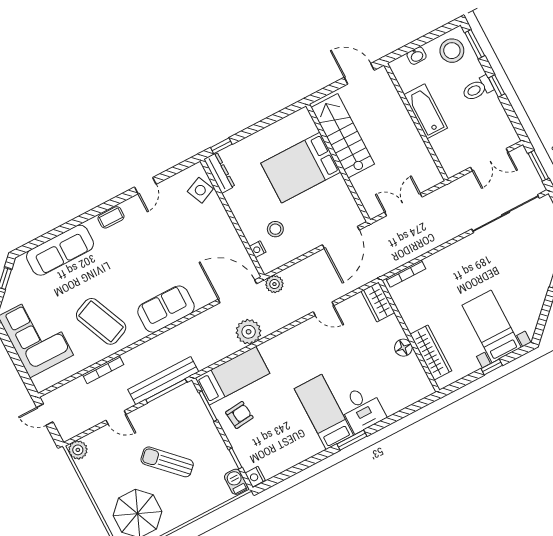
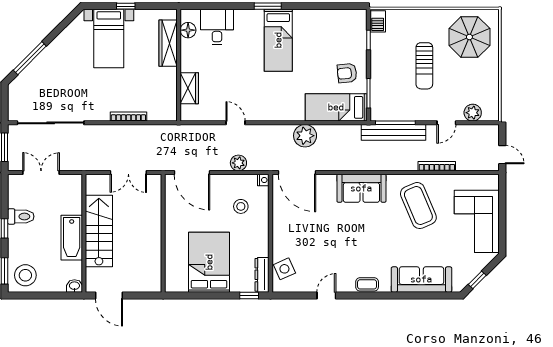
washbasin: (417, 56) -> (74, 286), moved
toilet: (478, 89) -> (21, 216), moved
stairs: (343, 136) -> (99, 231), moved, turned 180
bed: (301, 168) -> (209, 262), moved, turned -90
door: (341, 237) -> (192, 173), swing flipped
nightstand: (258, 249) -> (263, 180), moved
bookcase: (406, 274) -> (128, 117), moved
plant: (274, 284) -> (238, 163), moved
wardrobe: (378, 302) -> (189, 88), moved
floor lamp: (403, 348) -> (188, 30), moved
desk: (362, 409) -> (217, 27), moved
door: (116, 417) -> (446, 123), swing flipped
plant: (78, 450) -> (473, 113), moved
sun lounger: (167, 462) -> (424, 66), turned 45
nightstand: (255, 477) -> (360, 17), removed

